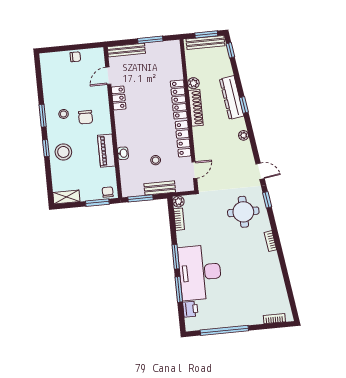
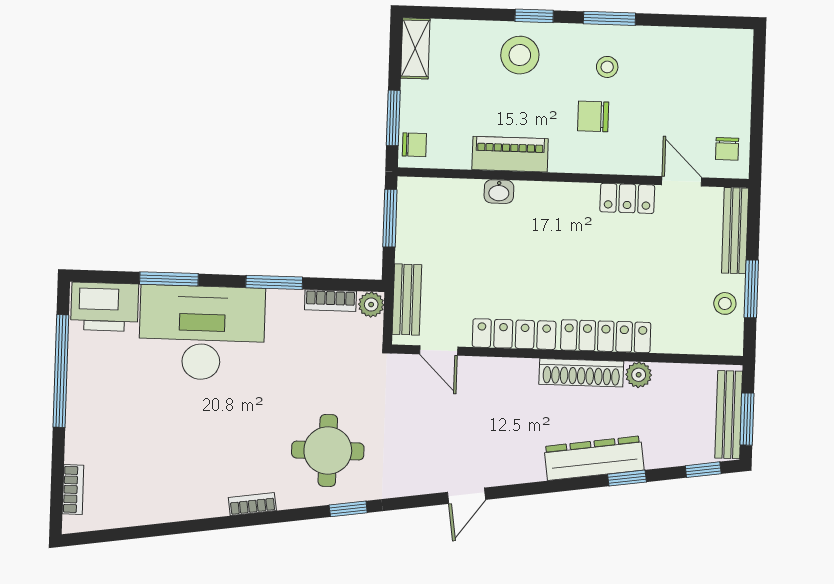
chair: (75, 57) -> (727, 149), moved
window: (244, 105) -> (627, 478), moved
plant: (244, 135) -> (503, 474), removed
stool: (156, 160) -> (725, 303), moved
door: (260, 171) -> (466, 496), moved
bench: (160, 188) -> (407, 300), moved
window: (176, 257) -> (274, 282), moved
printer: (190, 309) -> (105, 307), width x1.87, depth x1.48

